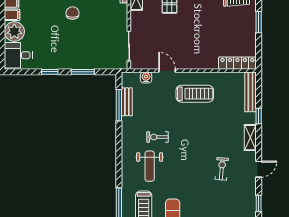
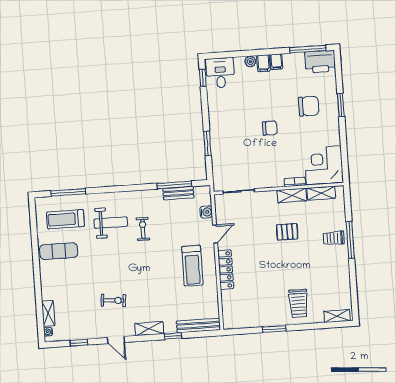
plant: (14, 32) -> (250, 62), width x0.53, depth x0.53
locker: (237, 63) -> (226, 270), moved
window: (50, 72) -> (203, 78), moved
weight bench: (150, 166) -> (111, 223), turned 180

